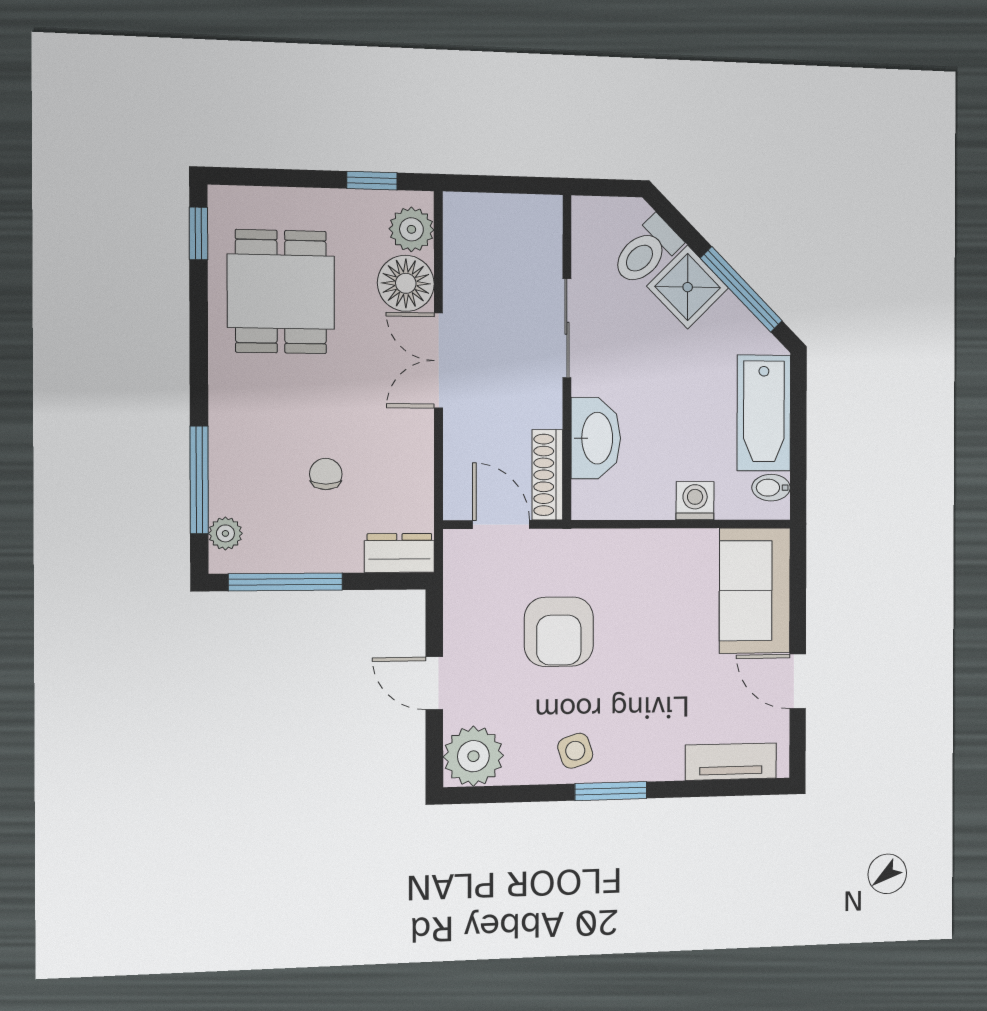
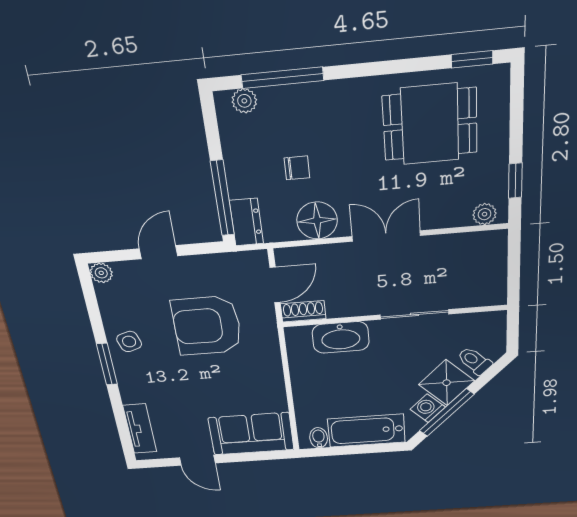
plant: (411, 229) -> (485, 214), width x0.73, depth x0.73
toilet: (646, 251) -> (474, 361), width x0.73, depth x0.72
floor lamp: (406, 283) -> (317, 220), moved
shoe rack: (547, 475) -> (303, 311), width x0.70
washing machine: (695, 501) -> (428, 408), moved, turned -135
window: (286, 582) -> (222, 198), moved
armchair: (559, 632) -> (207, 326), width x1.36, depth x1.36
door: (798, 681) -> (197, 460), swing flipped
plant: (473, 756) -> (101, 273), width x0.53, depth x0.53

